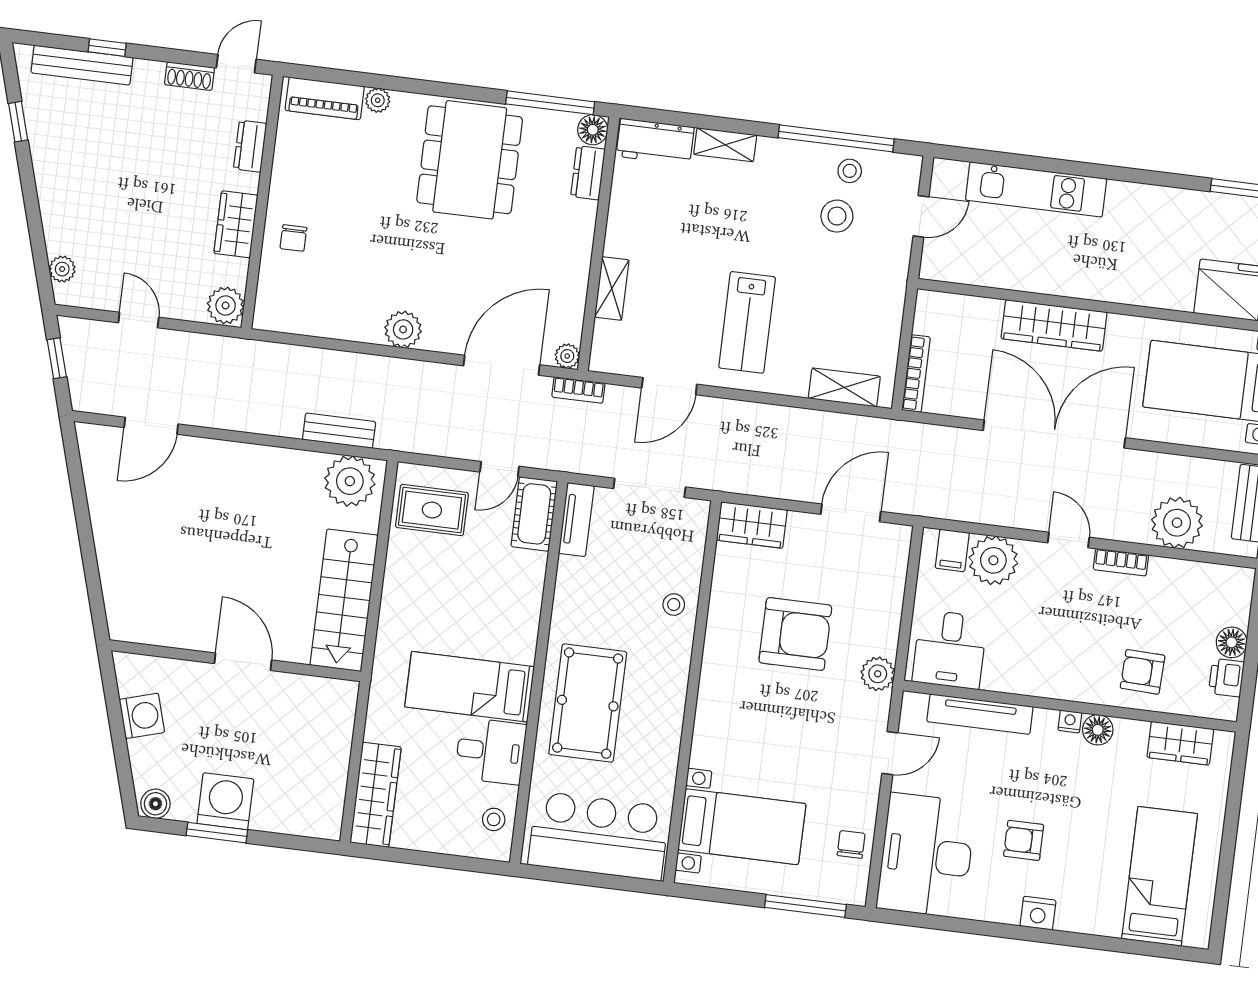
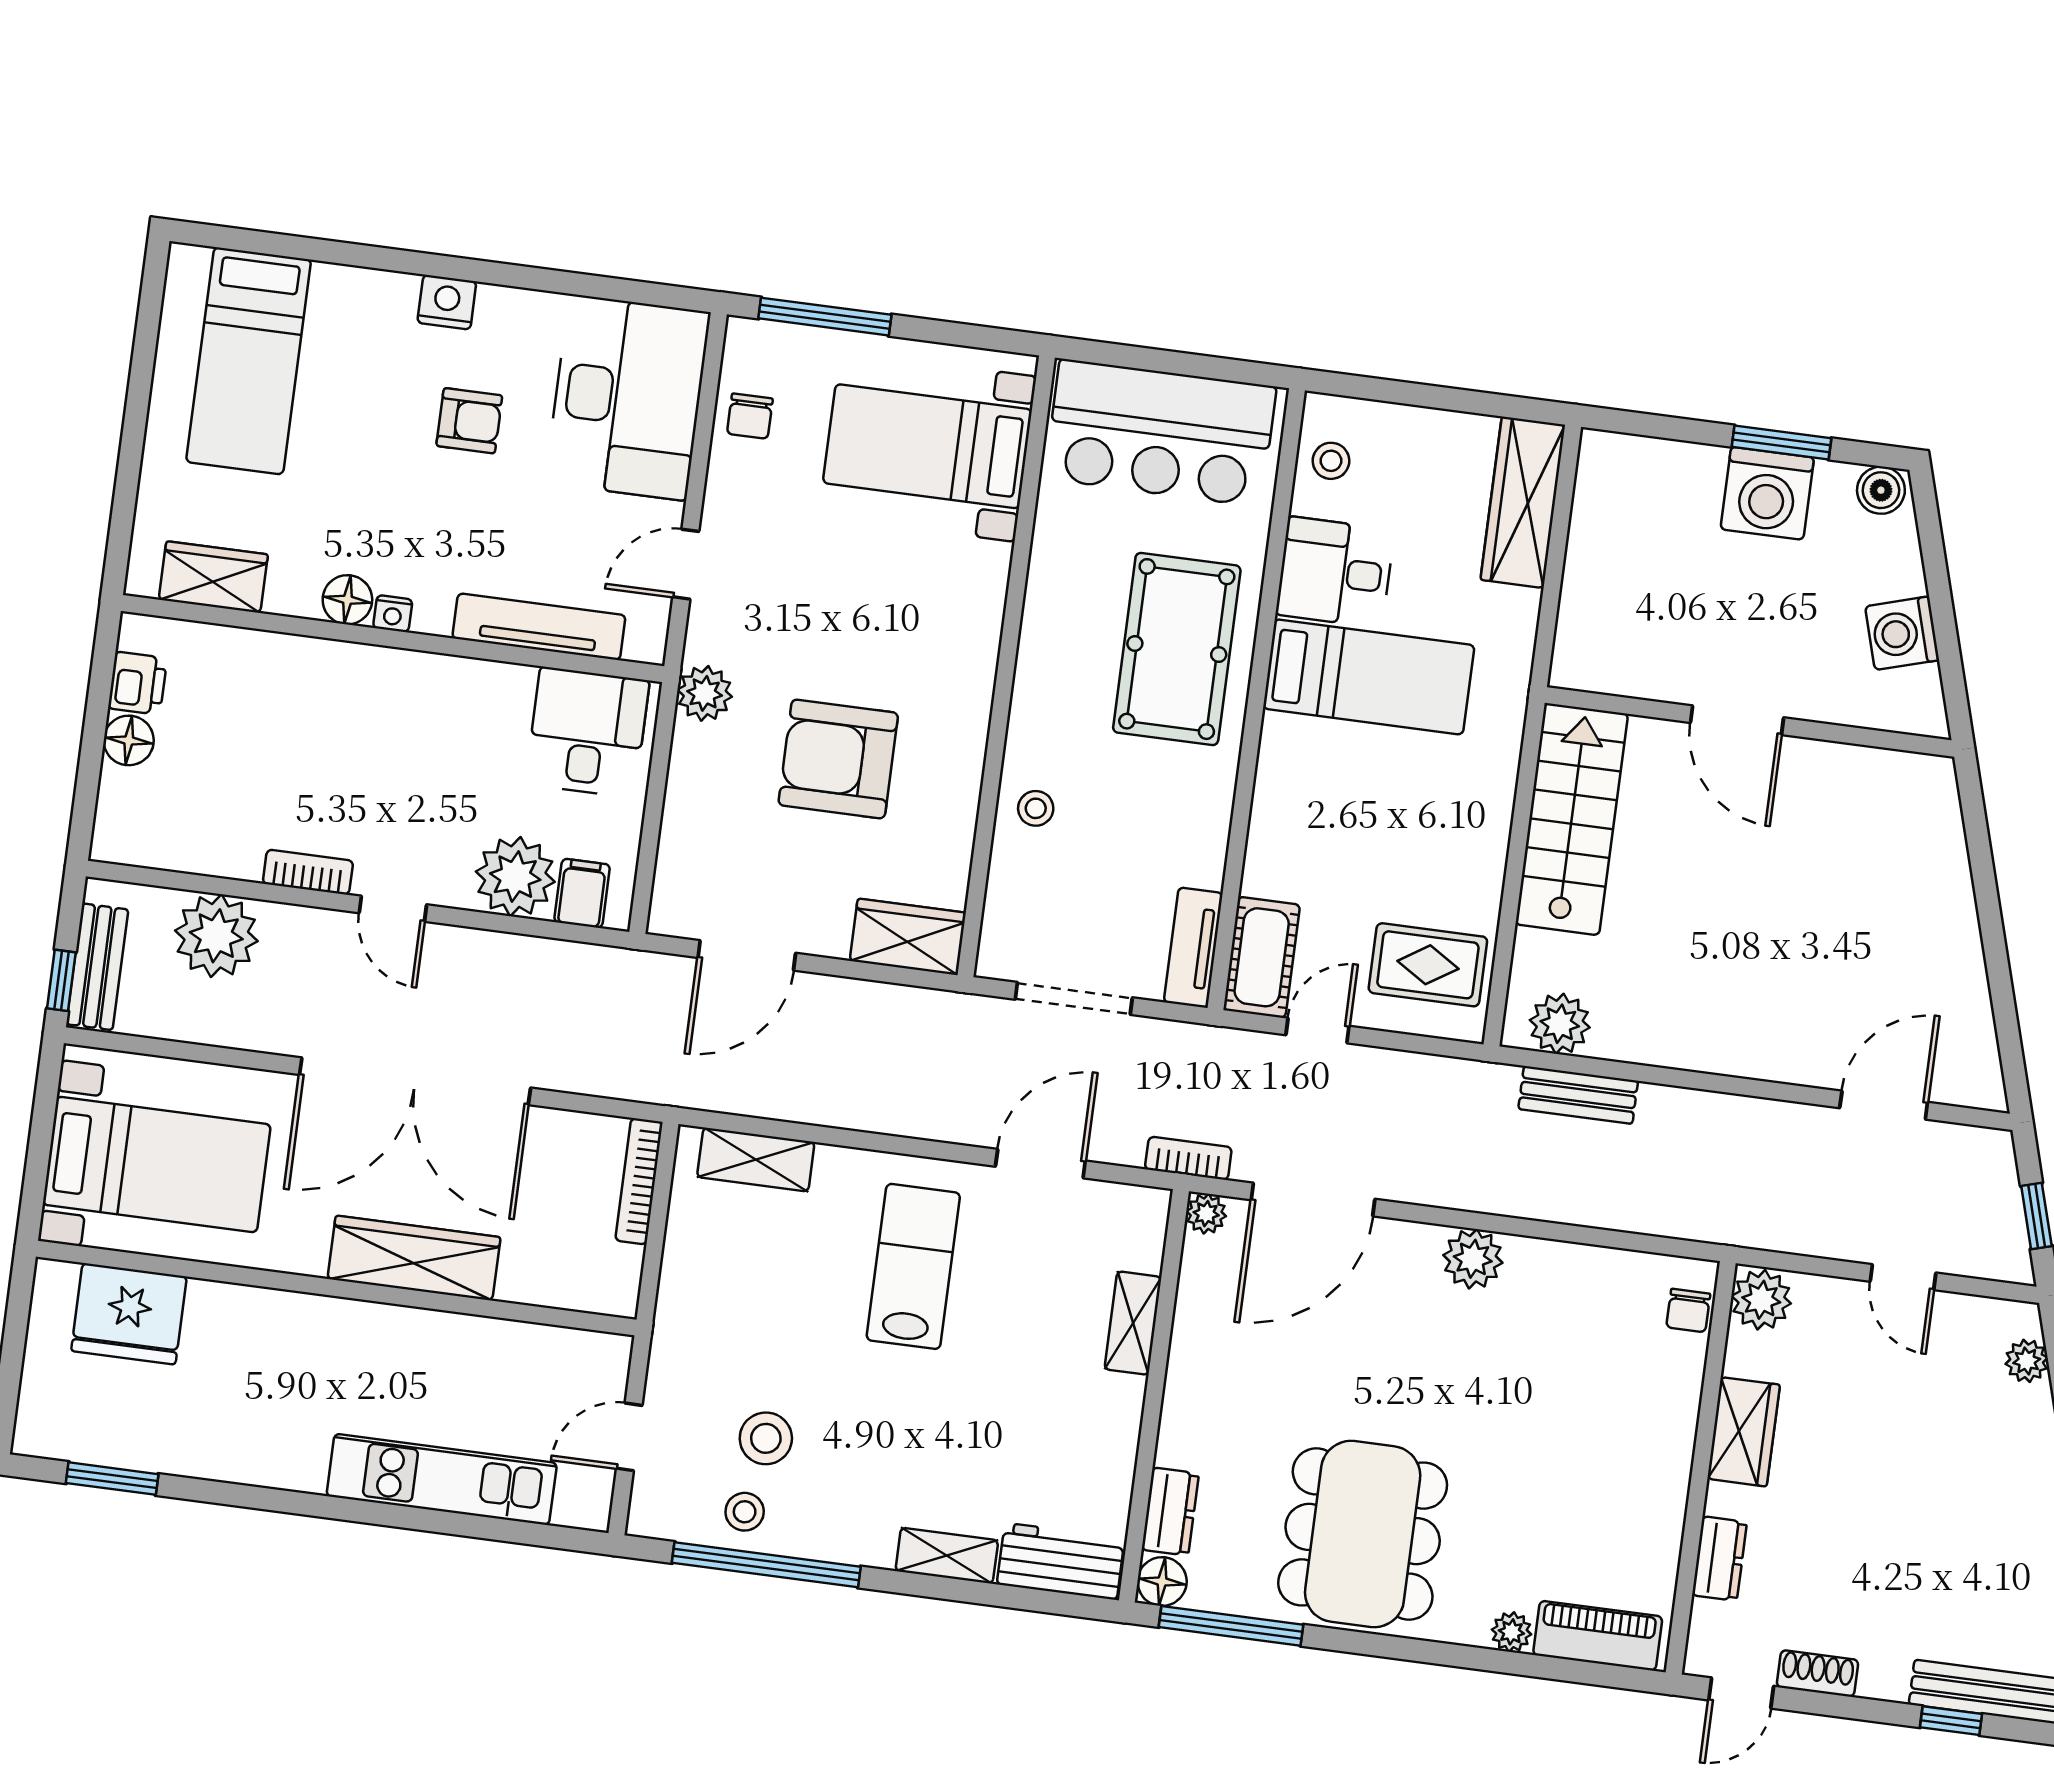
chair: (293, 238) -> (1688, 1310), moved, turned 180
plant: (350, 481) -> (1560, 1024), width x0.73, depth x0.73
armchair: (1143, 672) -> (274, 694), removed

